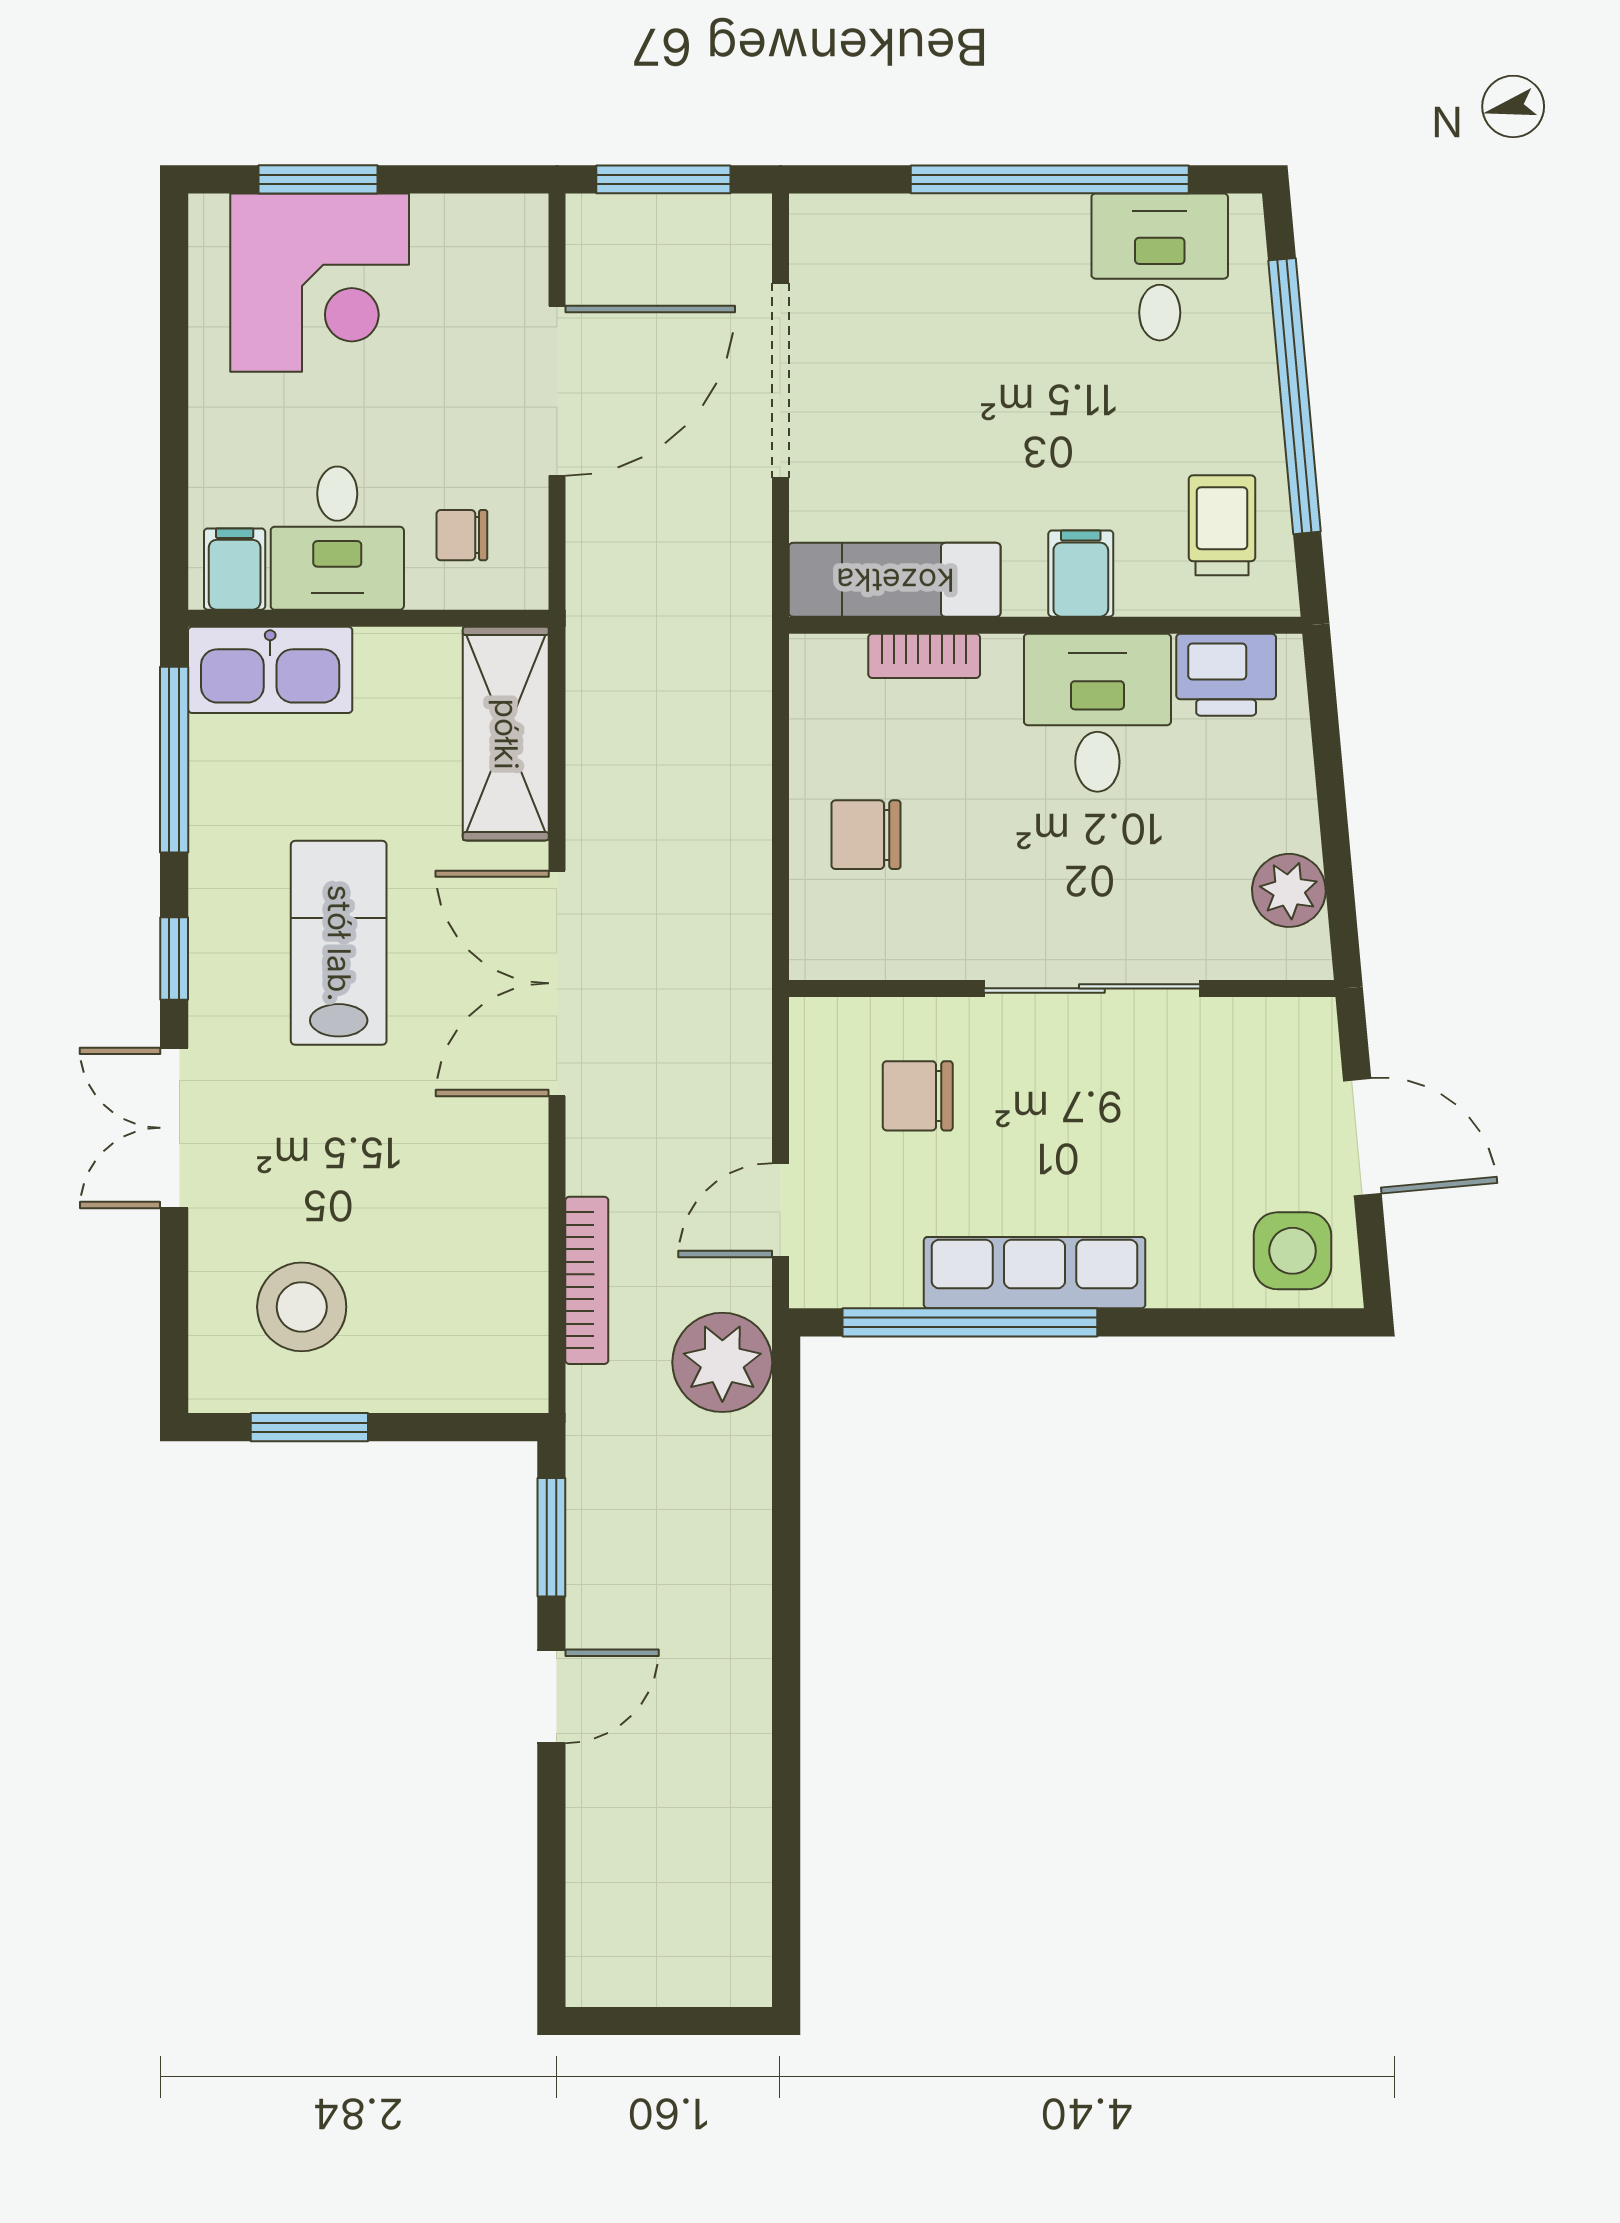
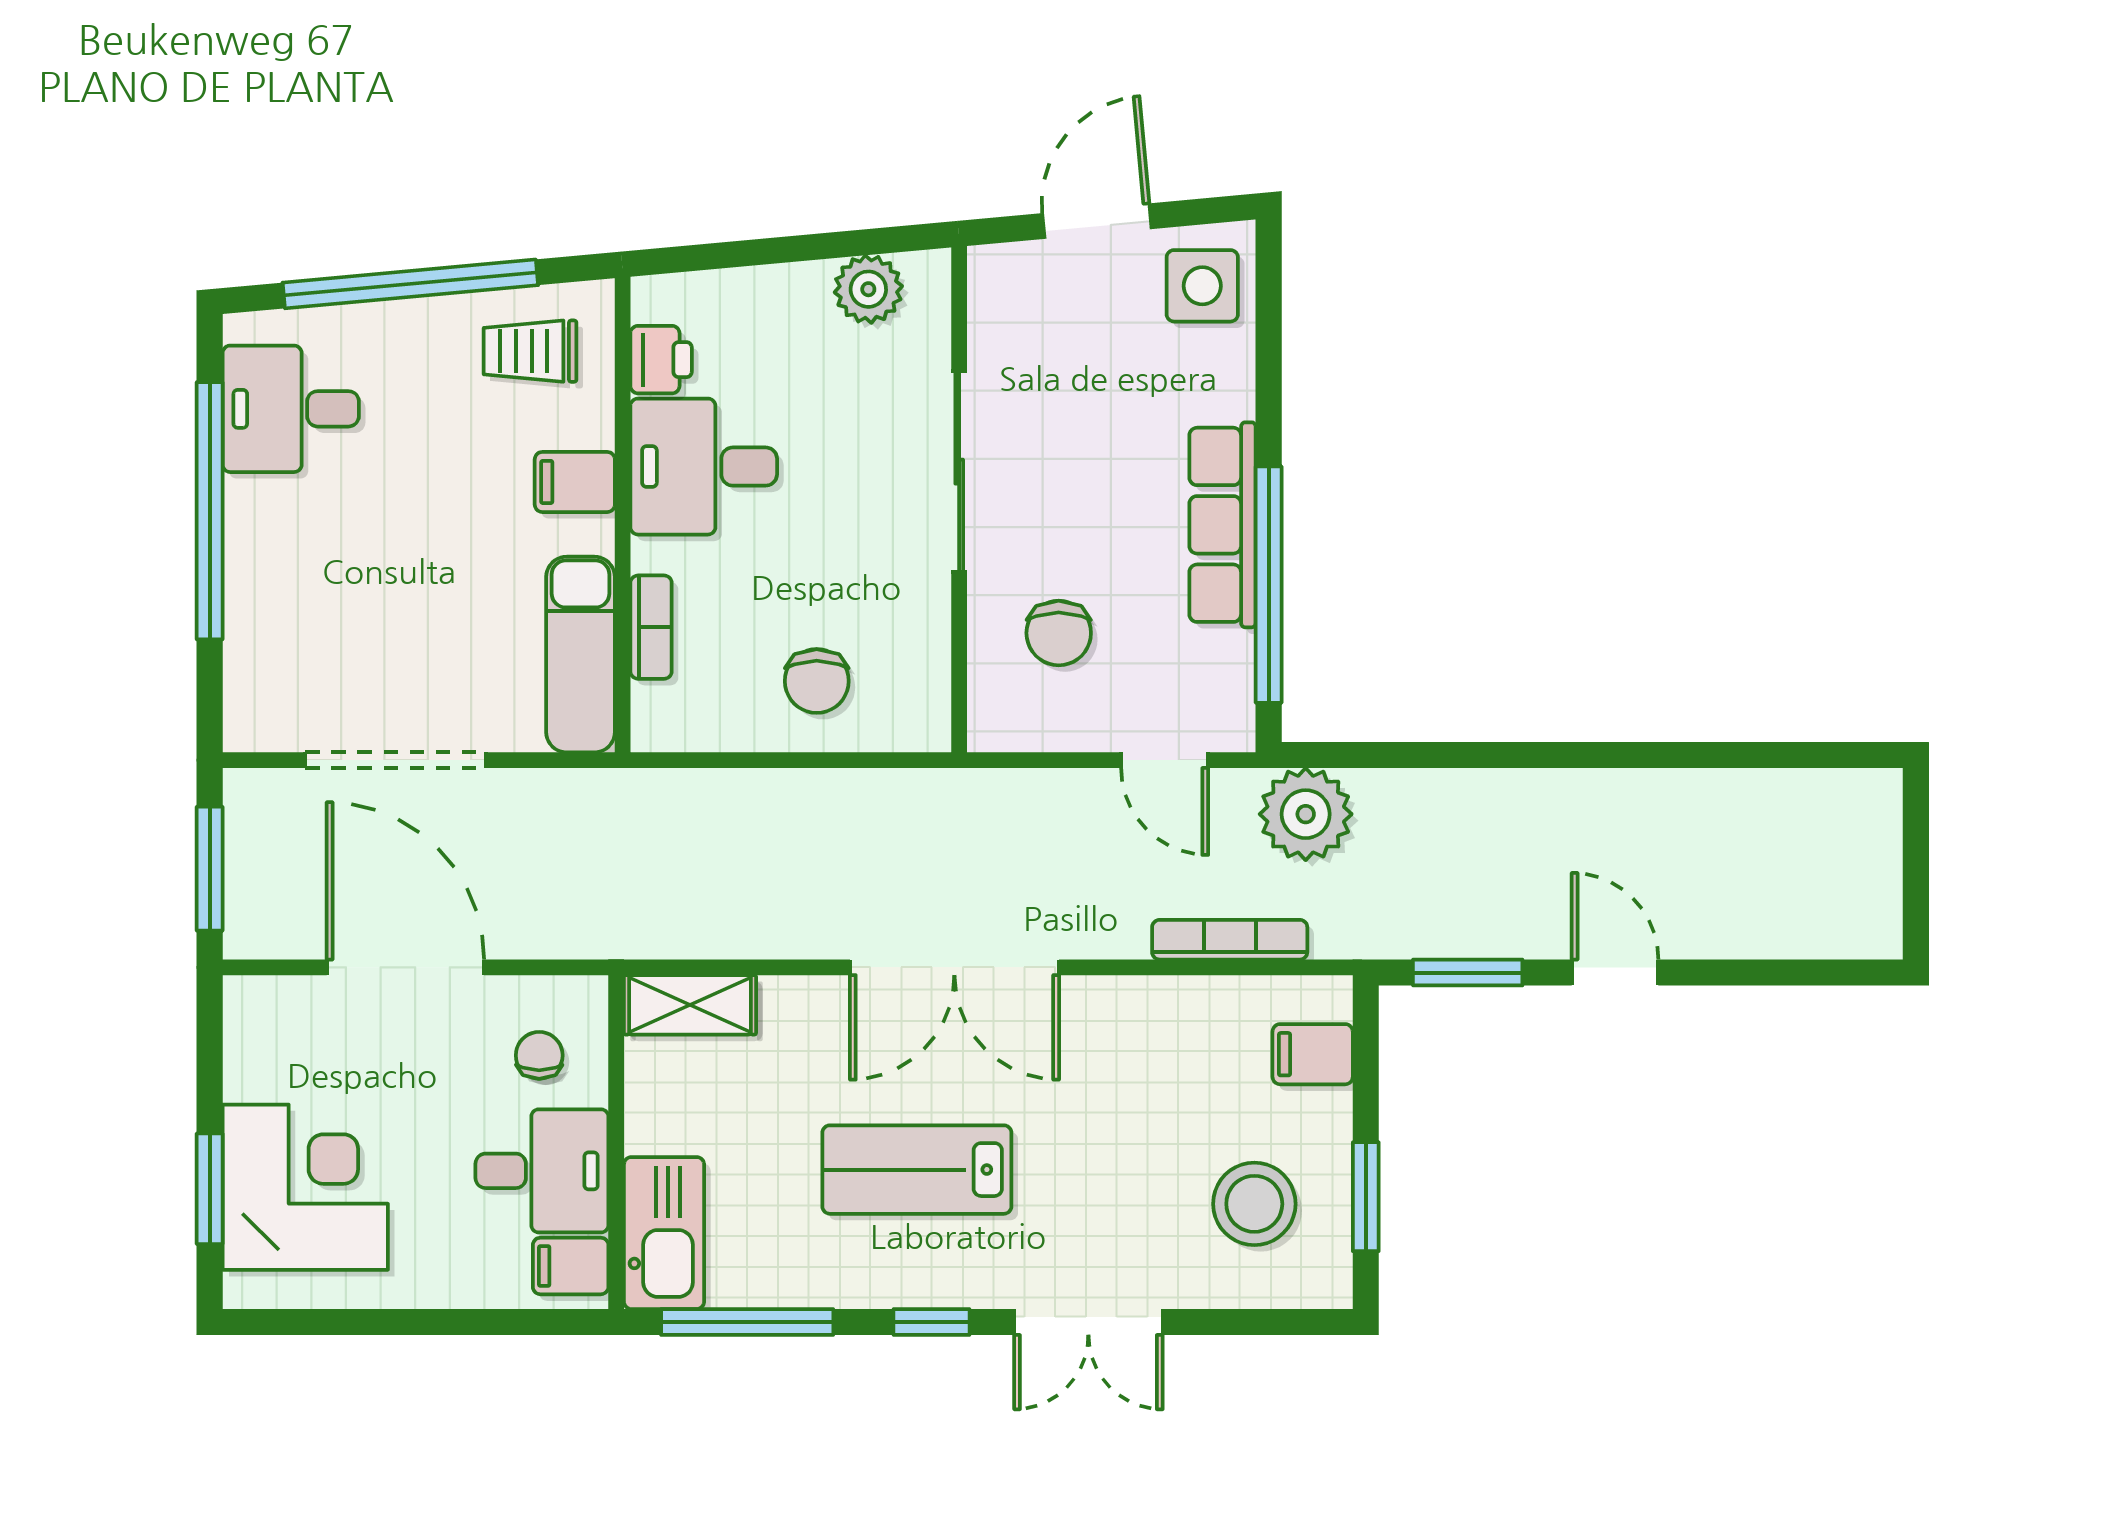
chair: (462, 535) -> (539, 1055), turned 180
printer: (1226, 675) -> (661, 360), width x0.73, depth x0.81
shelving: (506, 734) -> (690, 1005), width x0.67, depth x0.75
filing cabinet: (463, 1370) -> (1313, 1054), added

